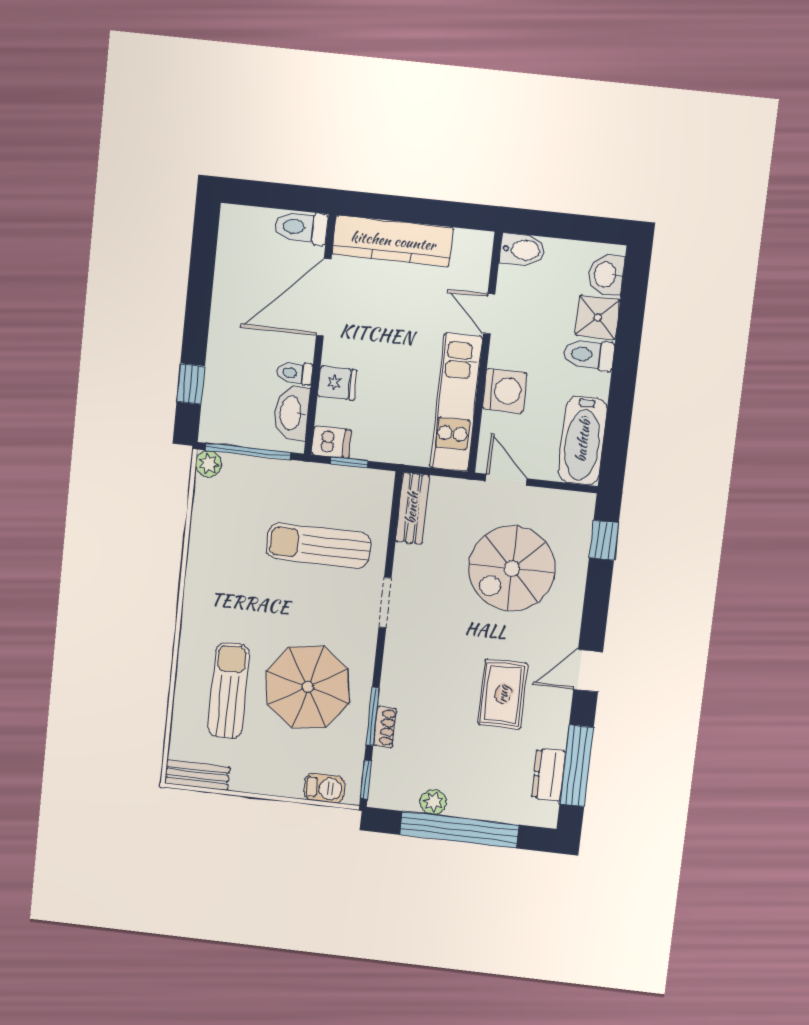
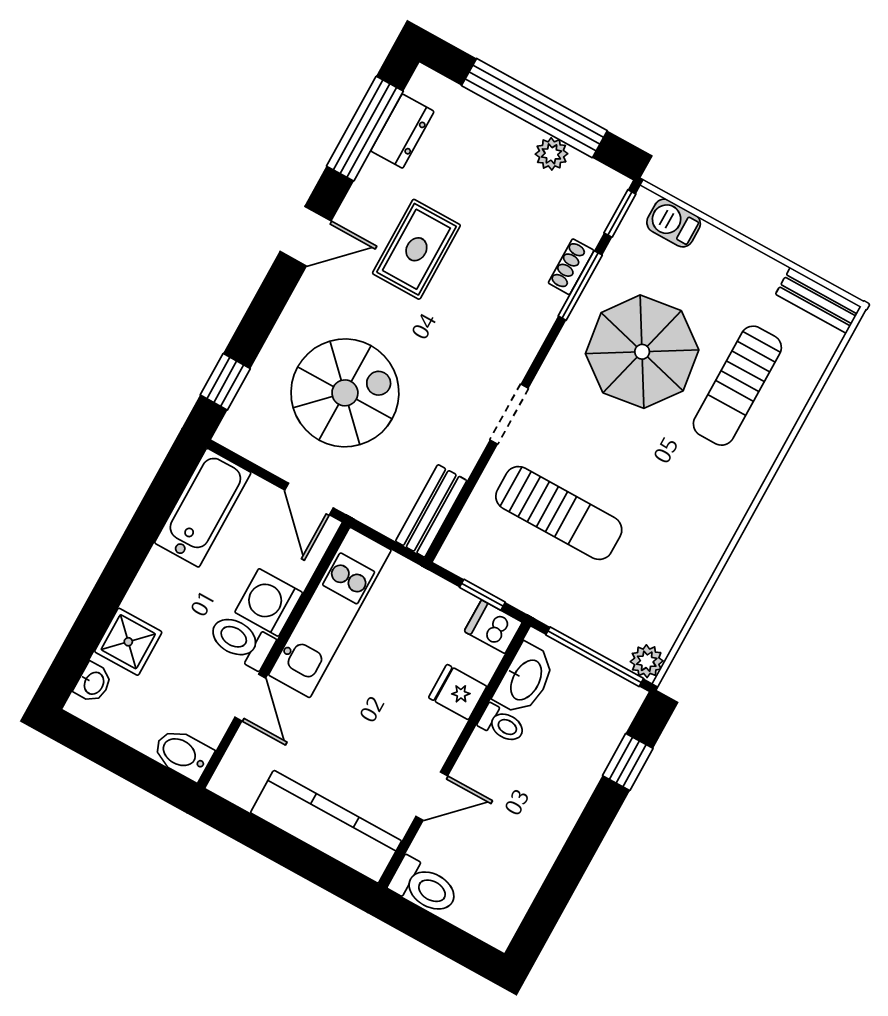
washbasin: (606, 275) -> (93, 683), width x0.72, depth x0.69
door: (324, 297) -> (432, 796), width x0.53
toilet: (589, 355) -> (241, 641), moved, turned 180

